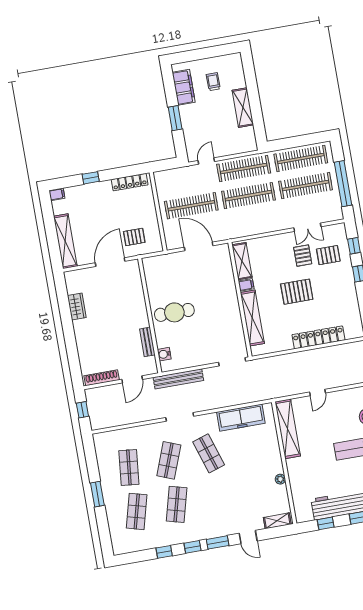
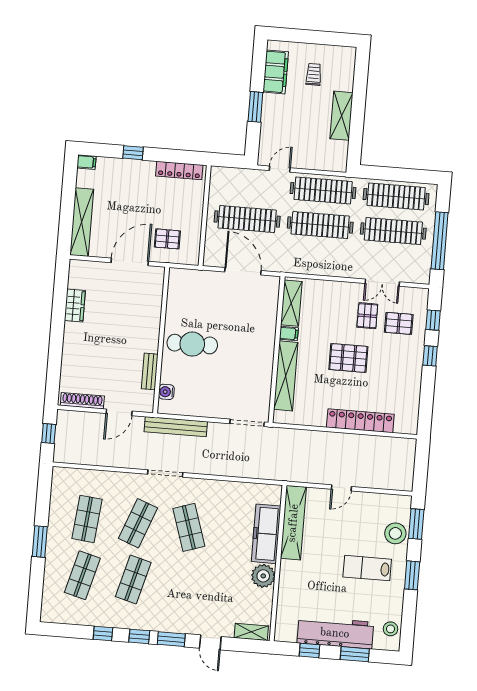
freezer: (241, 418) -> (266, 534), moved, turned 90
plant: (280, 479) -> (263, 576), width x1.88, depth x1.88

